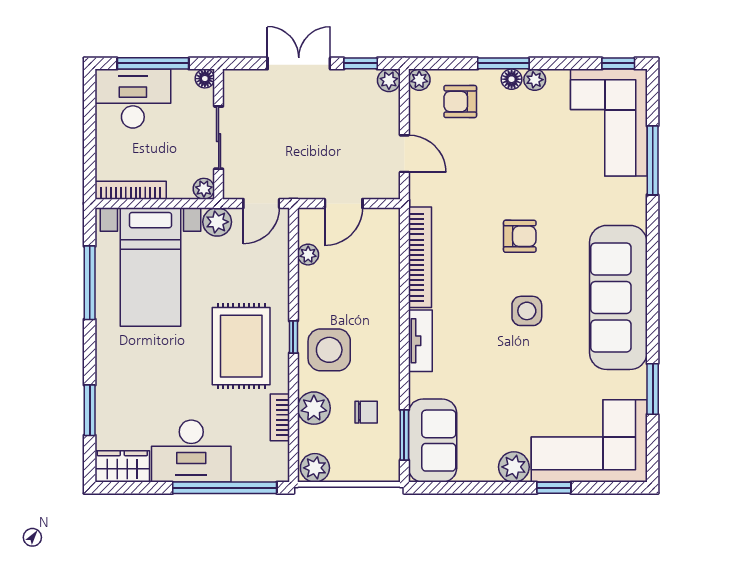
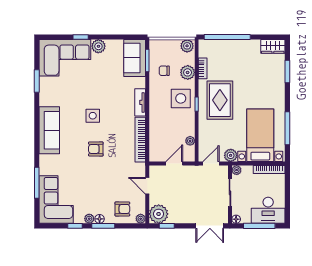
double door: (299, 63) -> (210, 226), moved
window: (618, 63) -> (75, 226), moved
plant: (389, 80) -> (159, 214), width x1.88, depth x1.88
sofa: (618, 297) -> (49, 130), width x0.74, depth x0.79
desk: (191, 451) -> (242, 53), removed

